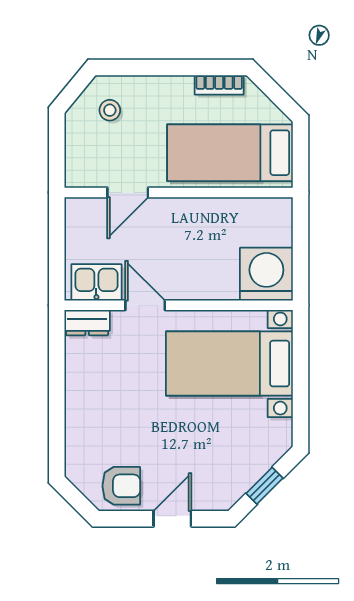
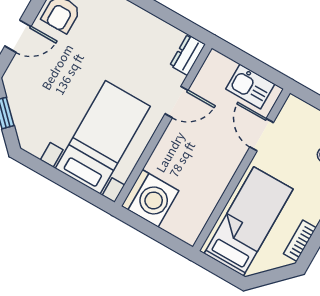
kitchen sink: (96, 282) -> (250, 87), moved, turned 90
door: (172, 519) -> (18, 36), hinge flipped

